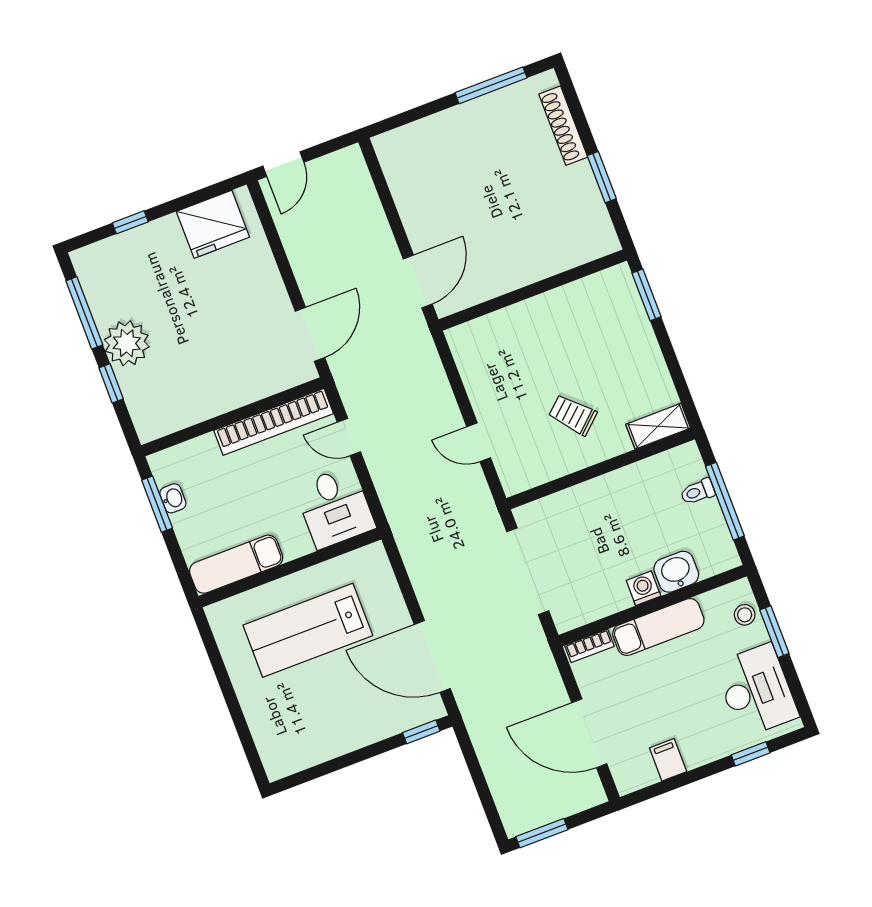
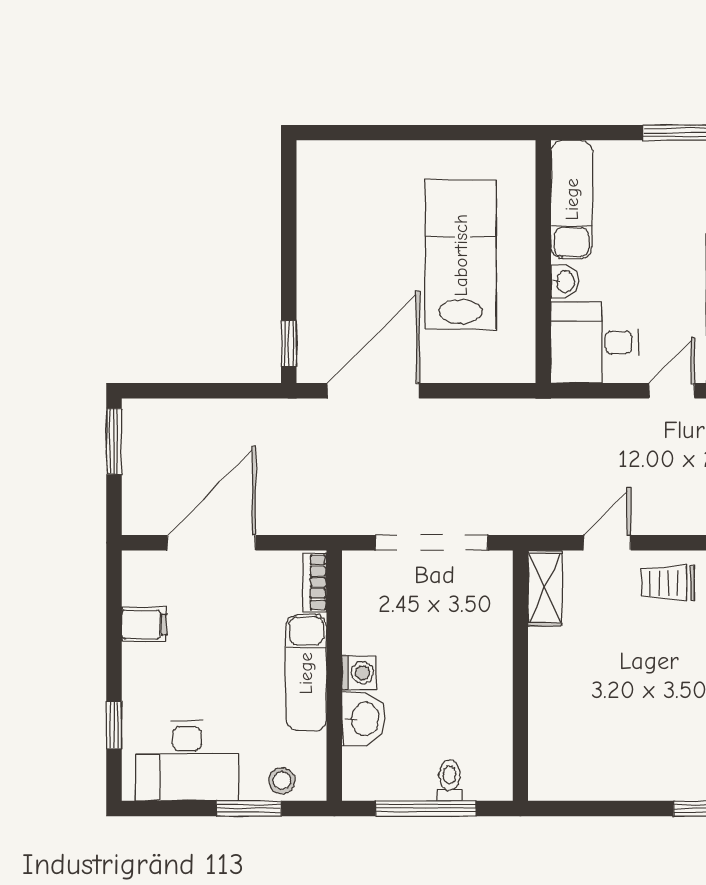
trolley: (573, 415) -> (668, 583), moved, turned -138
shelving: (658, 426) -> (545, 588), moved
washbasin: (173, 498) -> (565, 281), moved, turned -90

